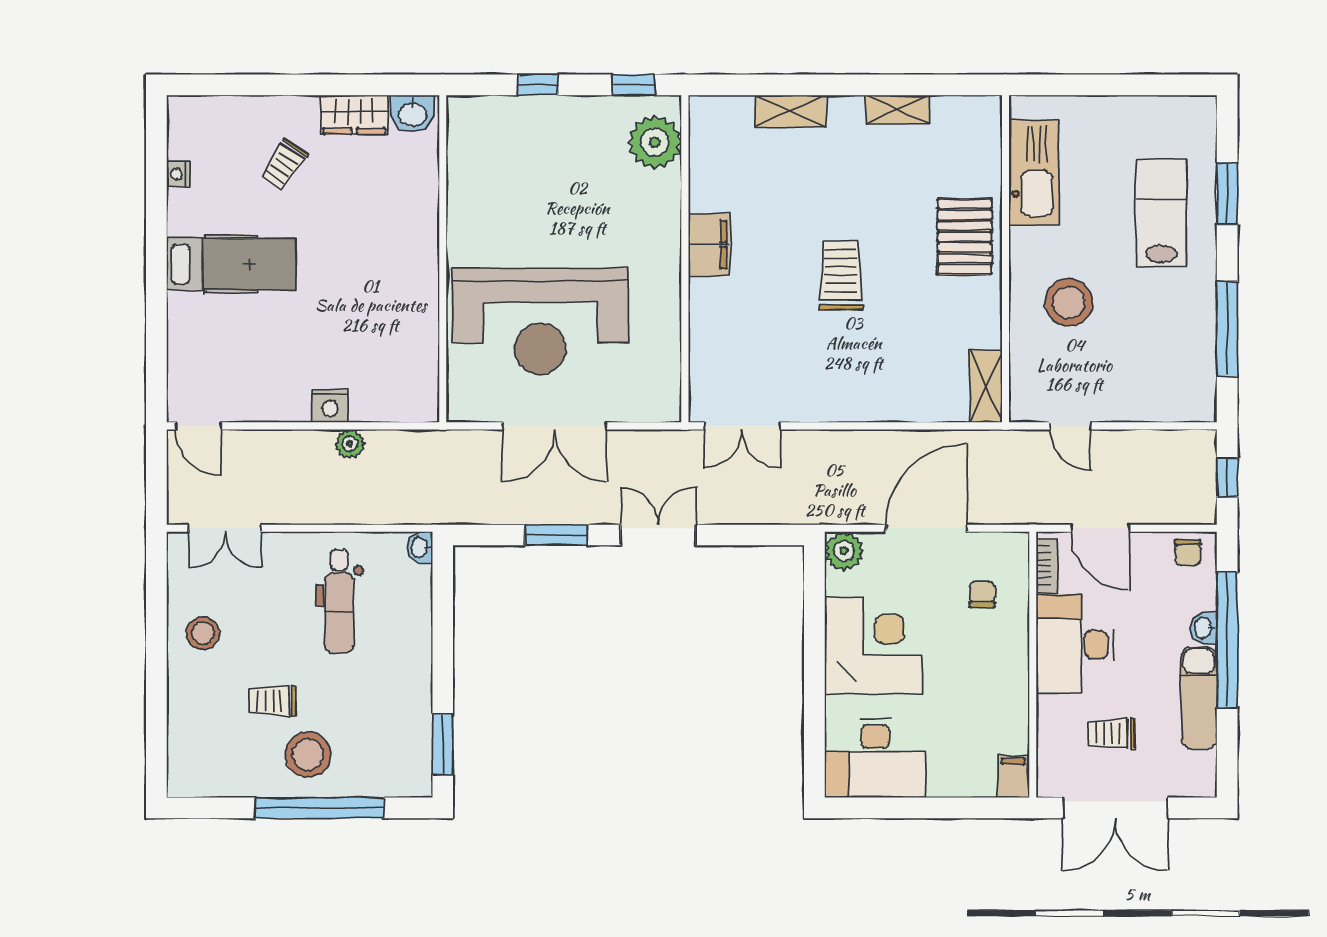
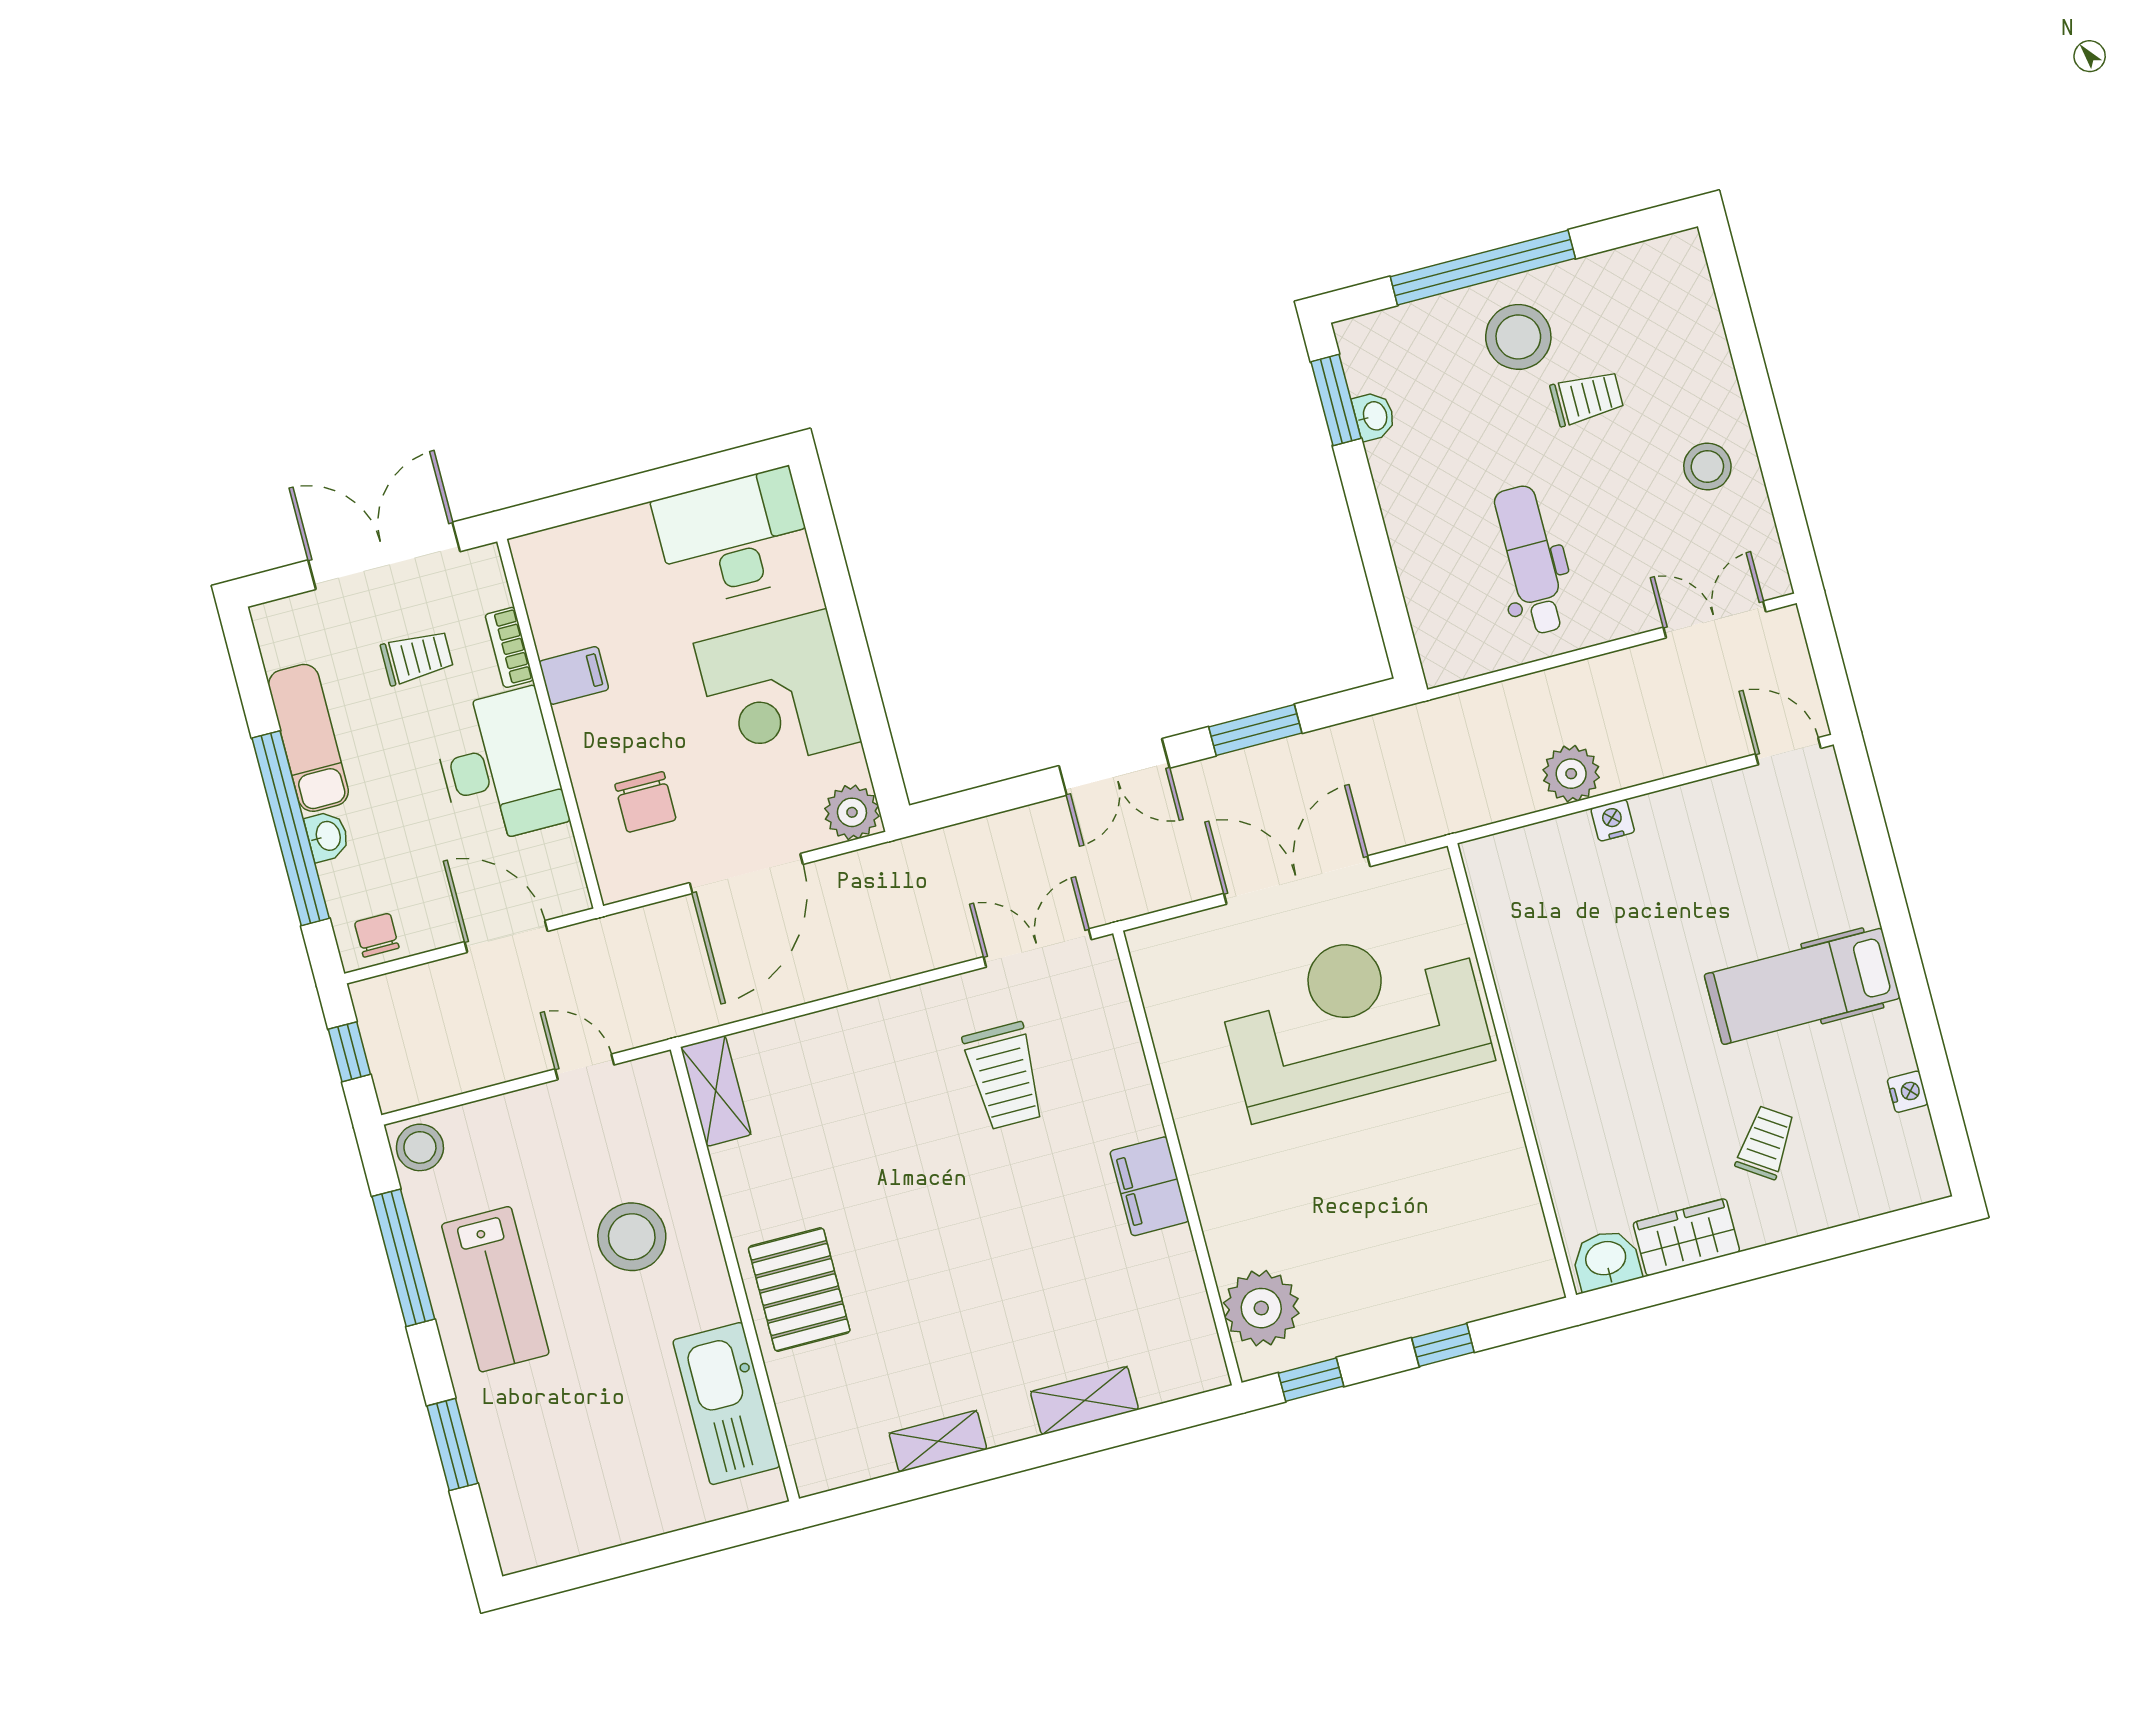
lab bench: (1161, 213) -> (495, 1289), moved
trolley: (841, 276) -> (1004, 1076), moved
stool: (1196, 401) -> (420, 1147), added
nightstand: (330, 406) -> (1613, 820), width x0.72, depth x0.74
plant: (350, 444) -> (1571, 774), width x1.38, depth x1.38
washbasin: (420, 547) -> (1374, 416), moved
bookcase: (1047, 565) -> (509, 647), moved
chair: (982, 595) -> (645, 802), width x1.37, depth x1.37
filing cabinet: (1013, 776) -> (574, 675), moved, turned -90

